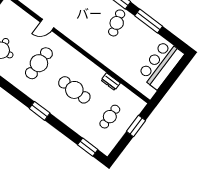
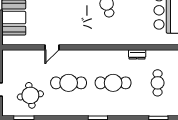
cafe table: (39, 63) -> (69, 83), turned 90

